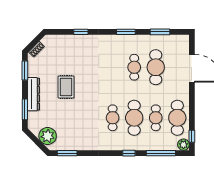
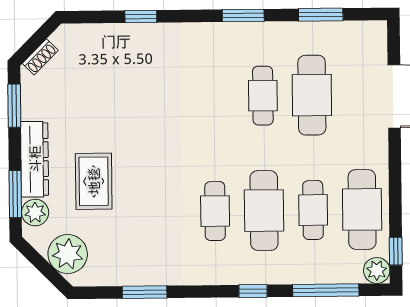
rug: (66, 87) -> (94, 181), moved
plant: (33, 118) -> (35, 213), added
window: (67, 153) -> (145, 292), moved

